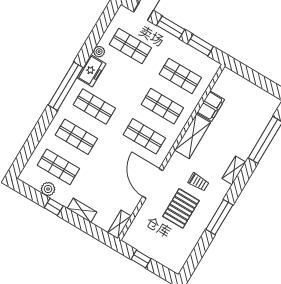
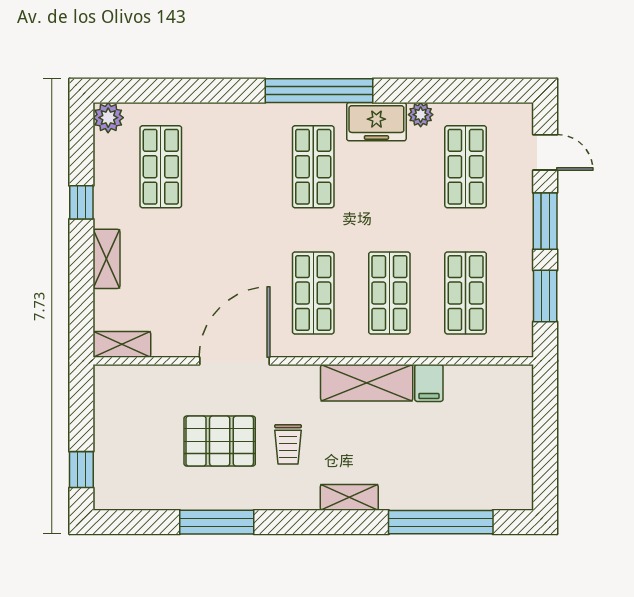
filing cabinet: (211, 106) -> (429, 383), width x0.50
shop shelf: (76, 137) -> (237, 167), removed
plant: (48, 189) -> (108, 118), moved
window: (219, 217) -> (217, 522), moved
window: (141, 259) -> (81, 470), moved

